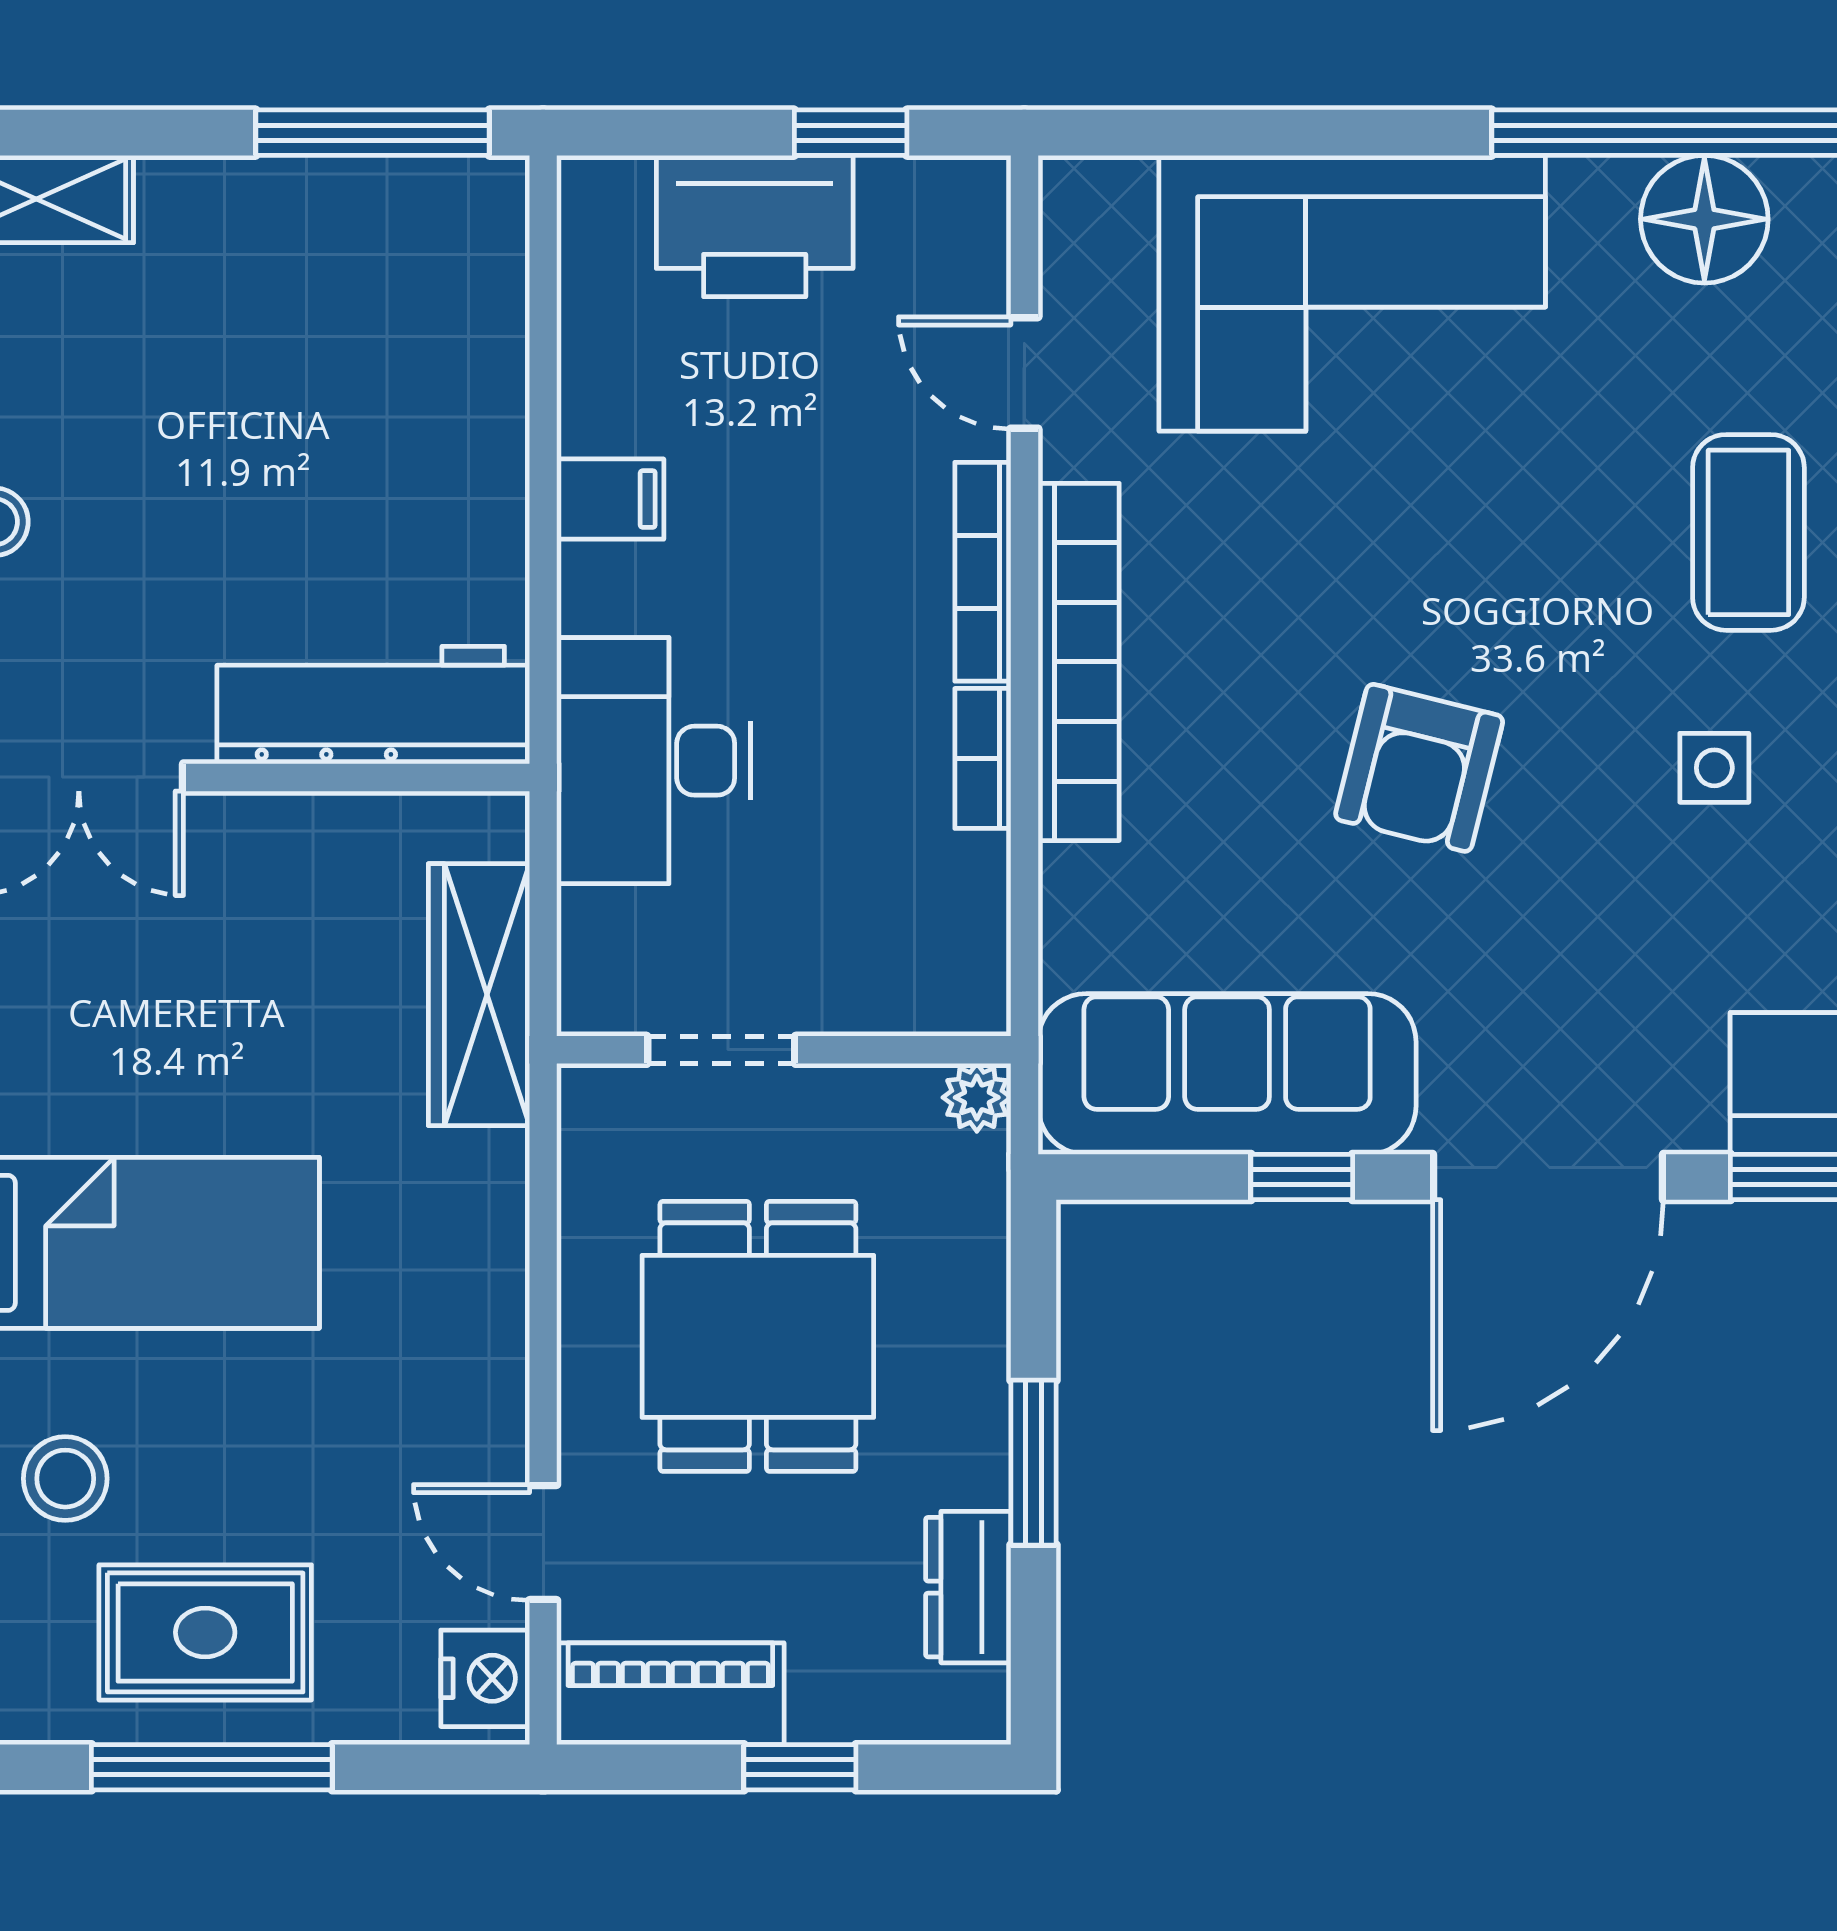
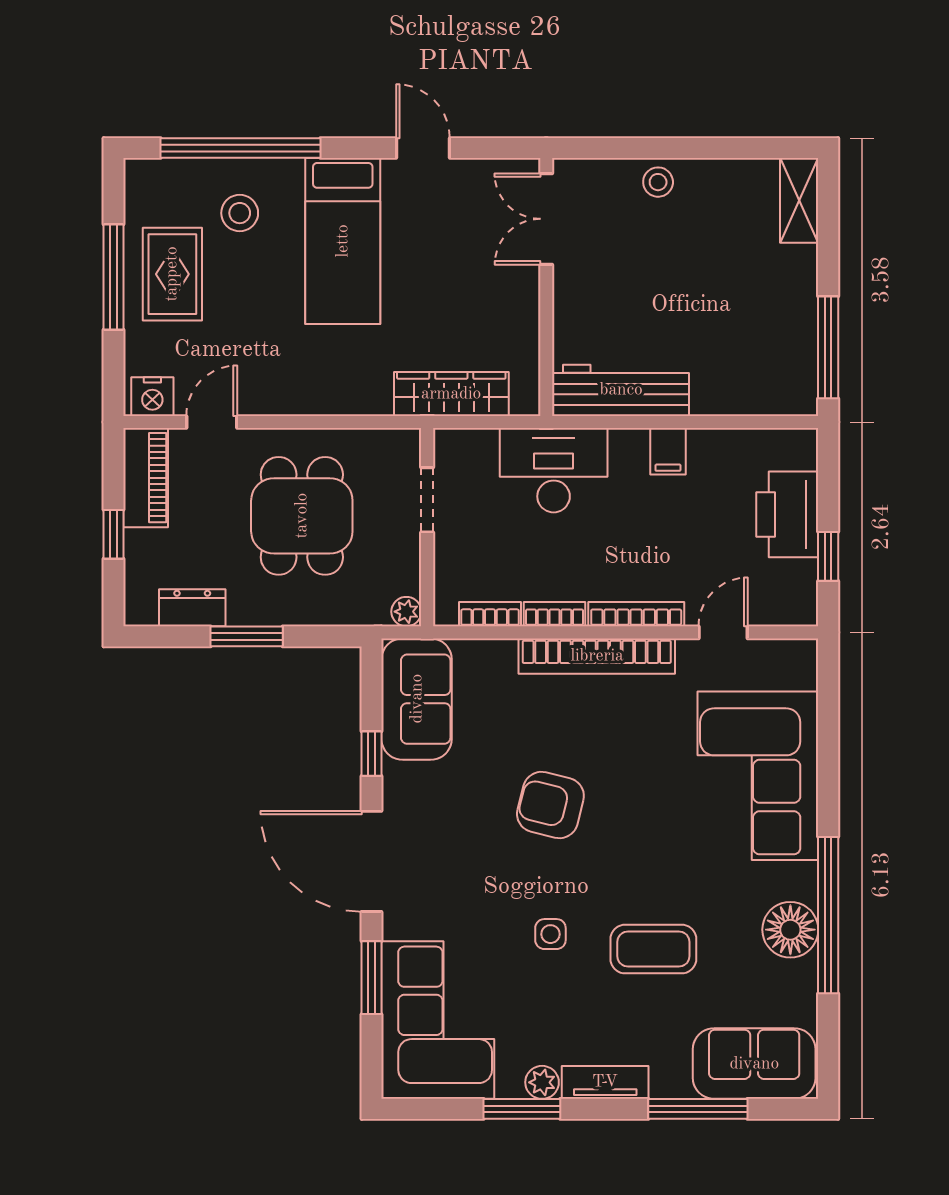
workbench: (373, 705) -> (621, 390), moved, turned -90
bookcase: (983, 906) -> (490, 614), added
sofa: (1227, 1074) -> (417, 699), width x0.73
dining table: (758, 1336) -> (302, 516), turned 90

